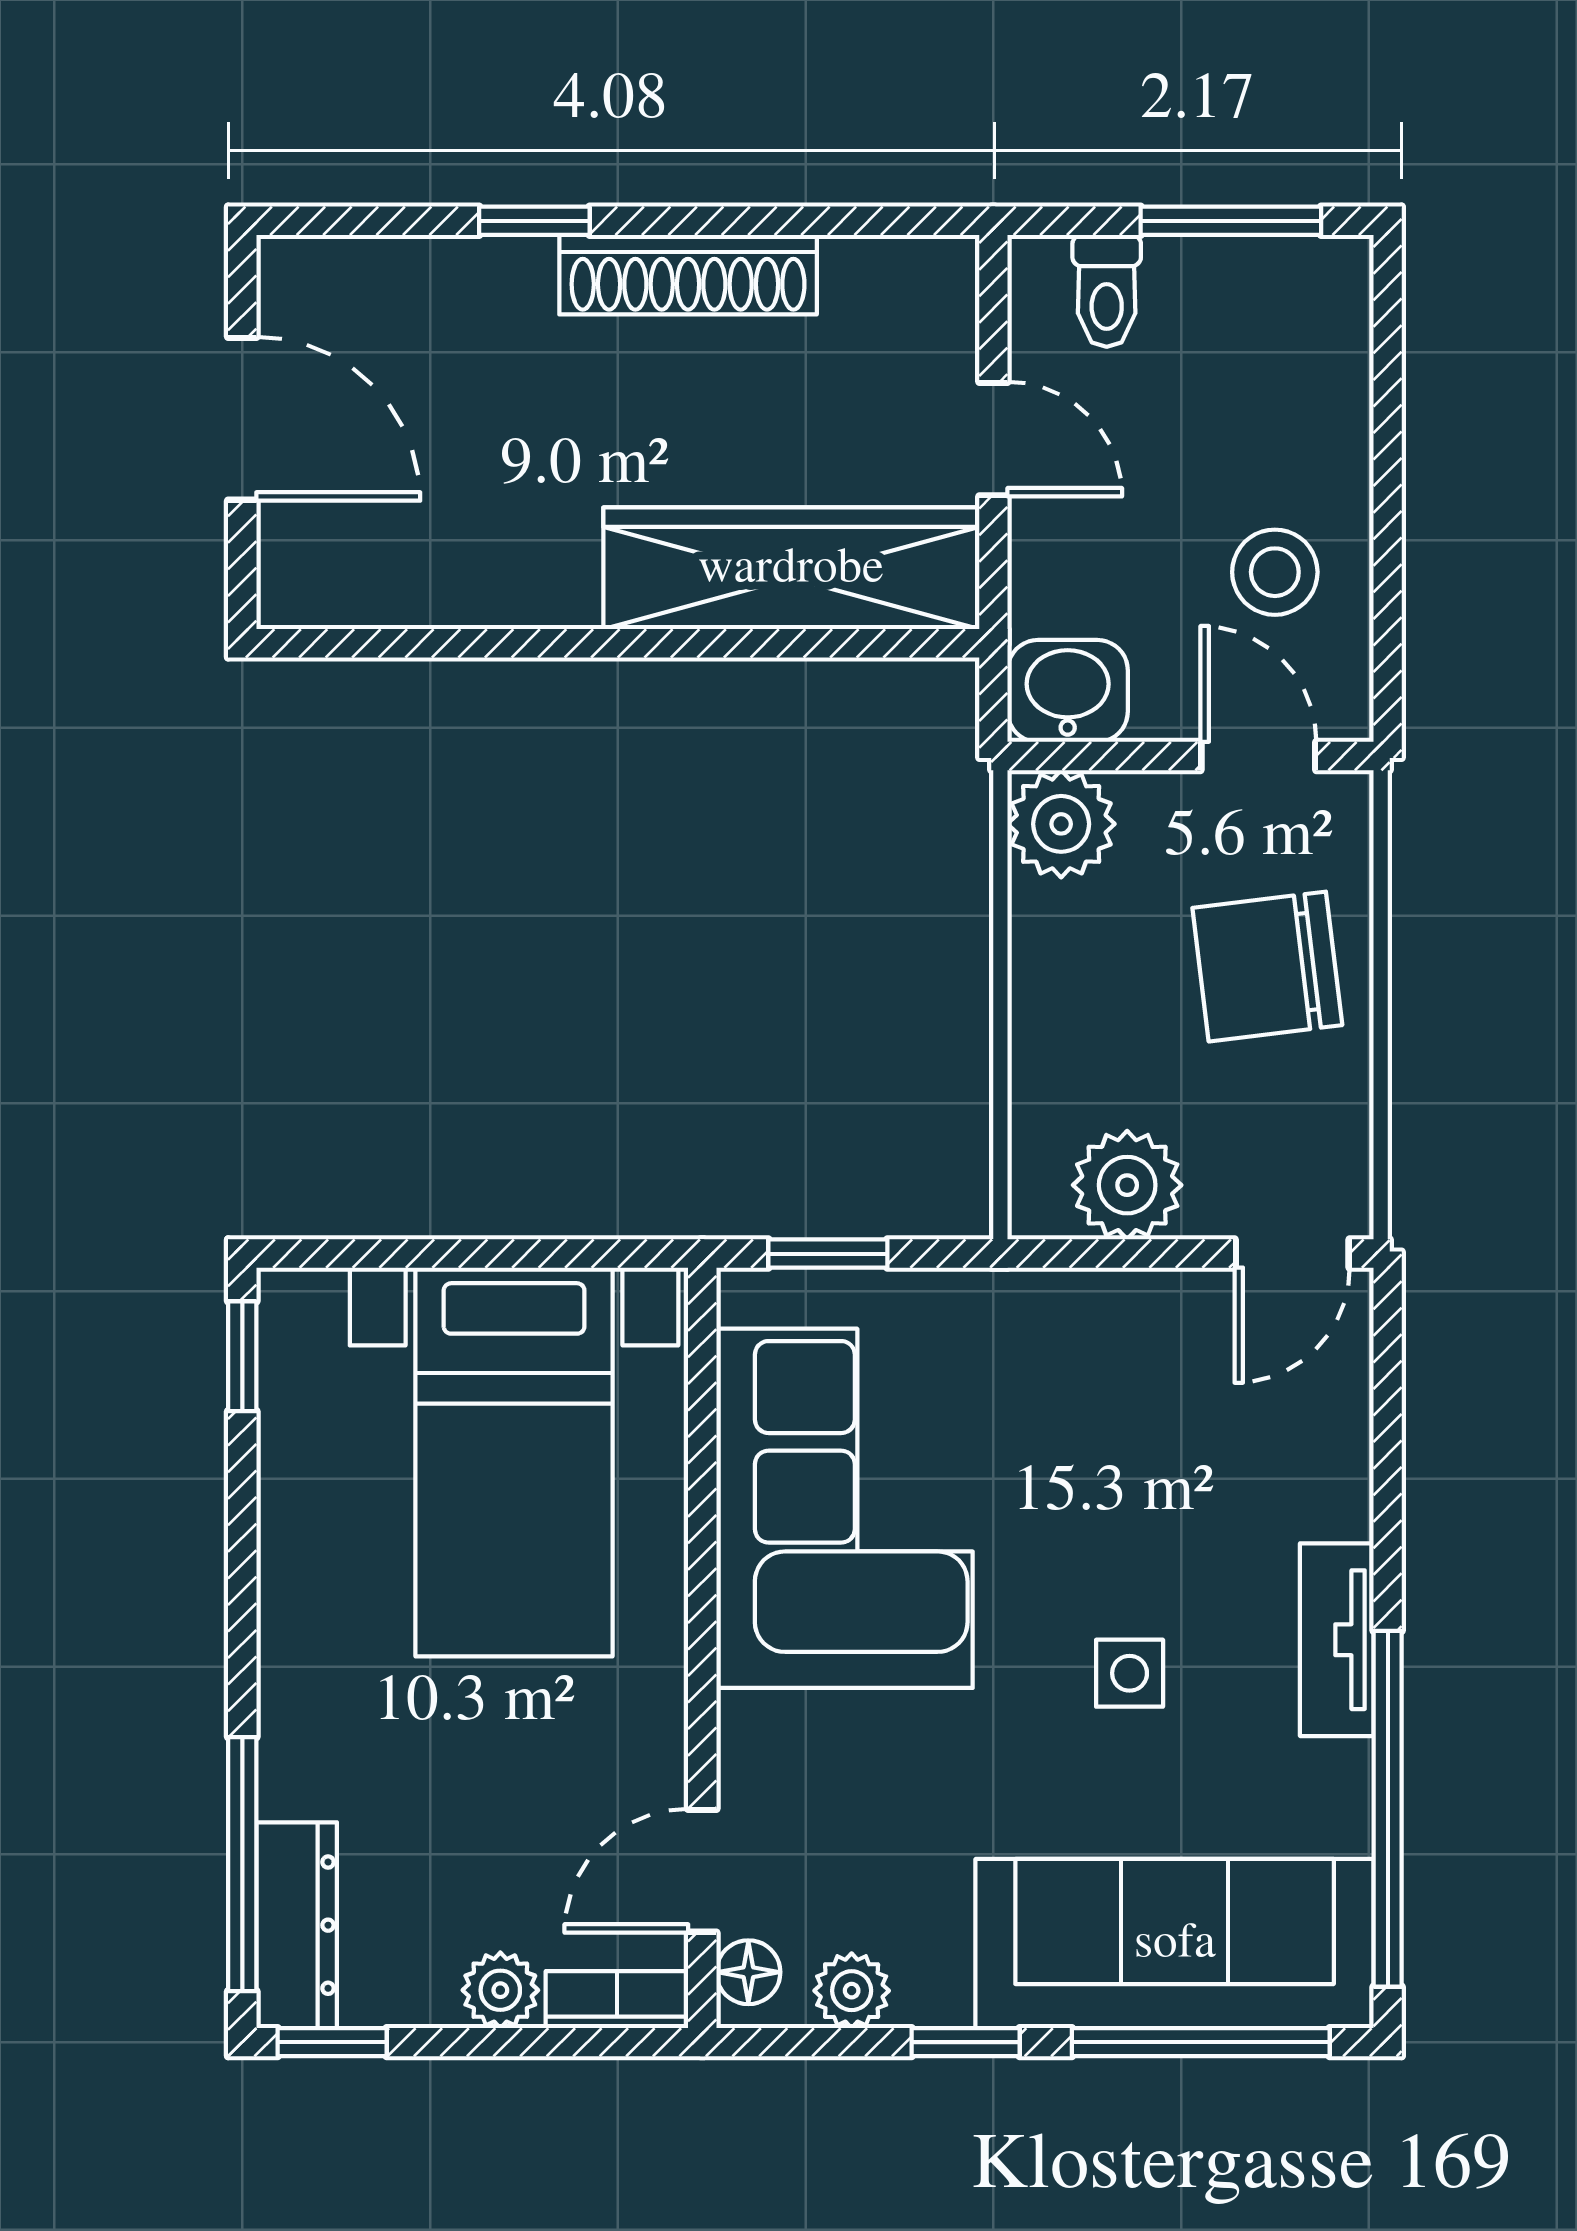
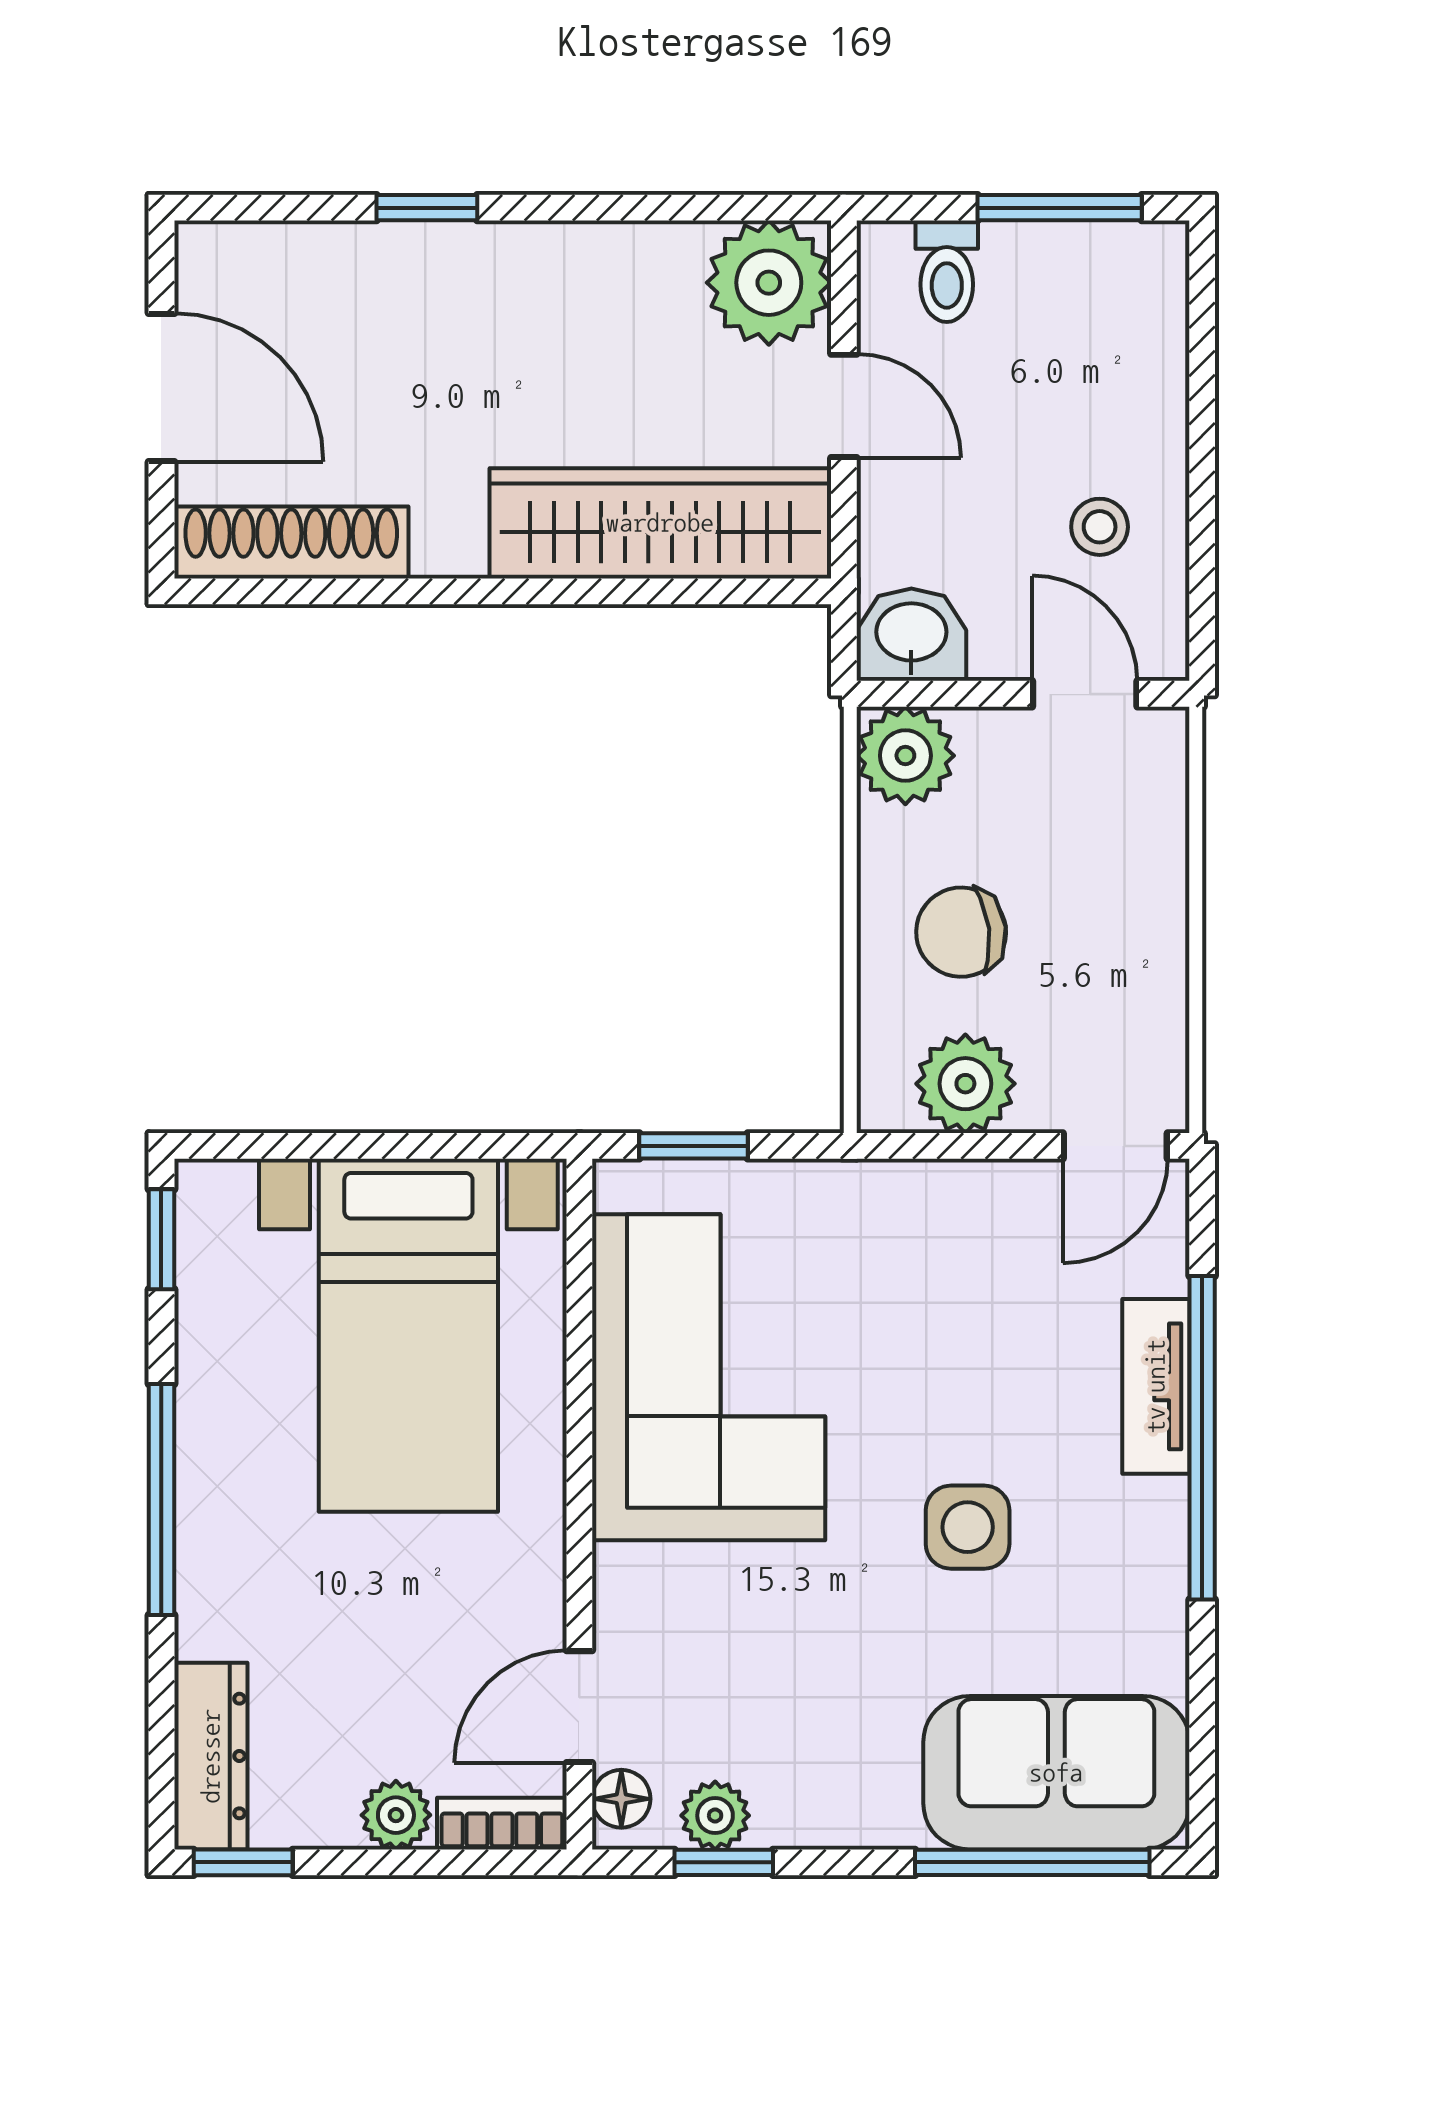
shoe rack: (688, 275) -> (291, 543), moved, turned 180
plant: (911, 303) -> (769, 283), added
stool: (1275, 572) -> (1100, 527), width x0.73, depth x0.73
chair: (1267, 967) -> (961, 932), moved, width x0.73, depth x0.73
tv unit: (1337, 1640) -> (1156, 1386), moved
side table: (1130, 1673) -> (968, 1527), width x1.37, depth x1.37
window: (1388, 1809) -> (1202, 1438), moved
window: (242, 1864) -> (161, 1499), moved
sofa: (1175, 1943) -> (1056, 1773), width x0.73
window: (966, 2042) -> (724, 1862), moved

